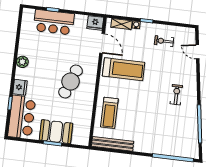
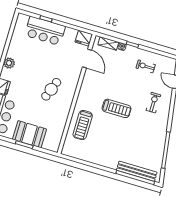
treadmill: (124, 69) -> (117, 108), moved, width x0.73, depth x0.73
cafe table: (71, 82) -> (51, 89), width x0.73, depth x0.74
exercise bike: (176, 95) -> (153, 103), moved
bench: (113, 144) -> (137, 171), moved

